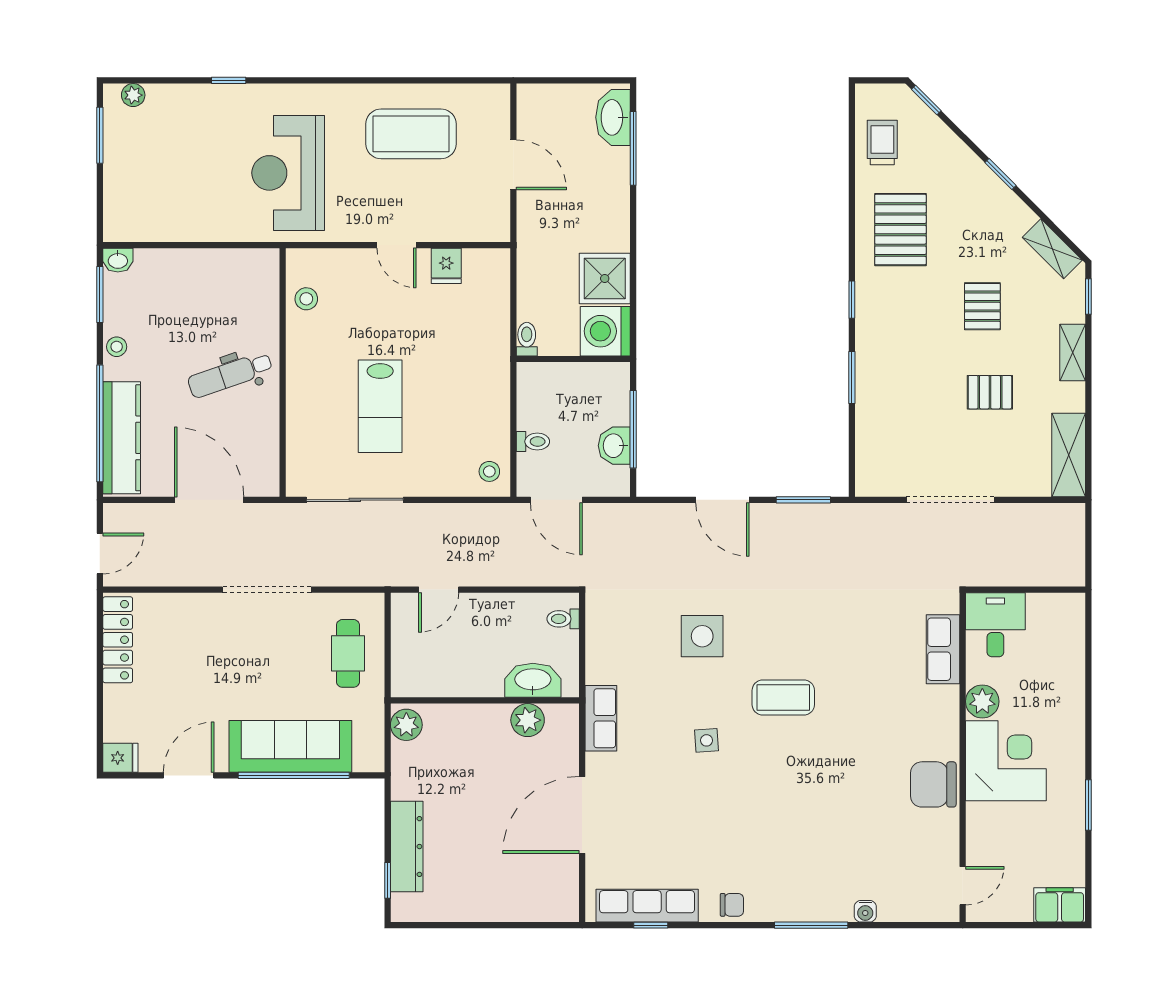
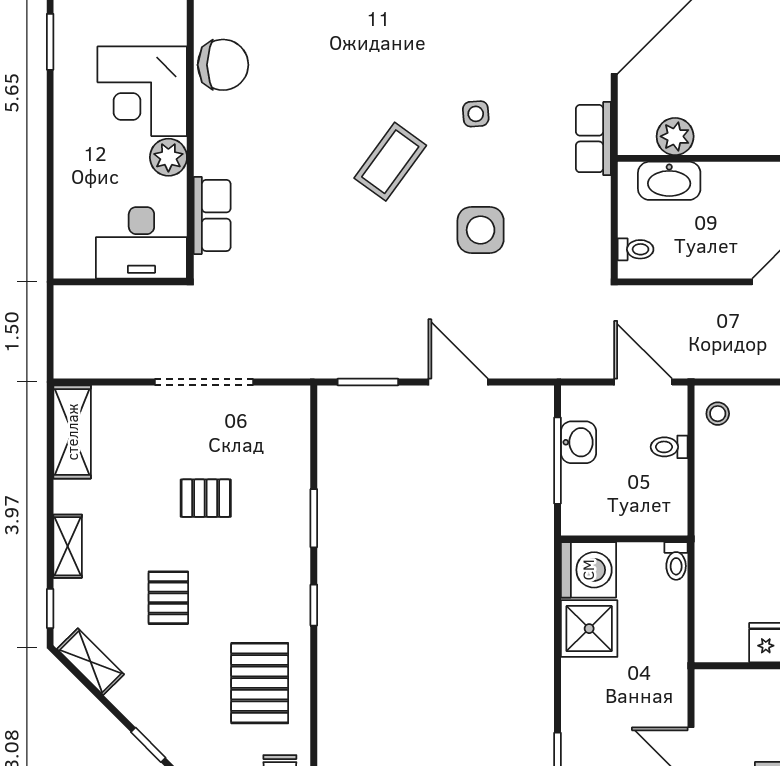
pallet: (990, 392) -> (206, 498), moved
desk: (995, 625) -> (141, 243), width x1.37
coffee table: (783, 698) -> (390, 162), turned -54

